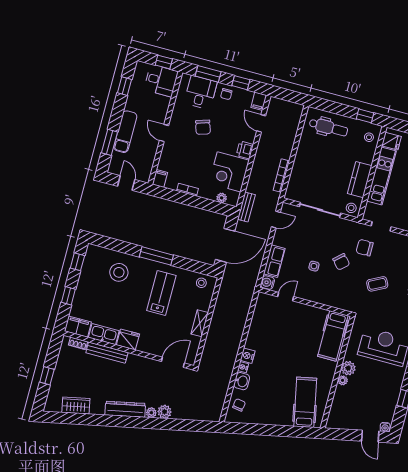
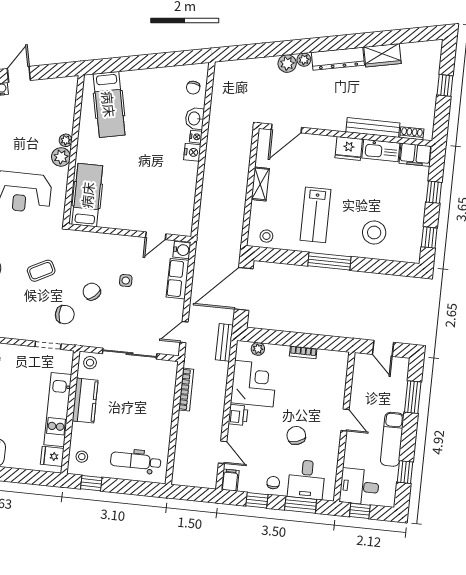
exam couch: (125, 132) -> (392, 439), moved
filing cabinet: (160, 178) -> (341, 361), removed
wardrobe: (76, 405) -> (382, 55), moved
door: (370, 436) -> (19, 74), hinge flipped

